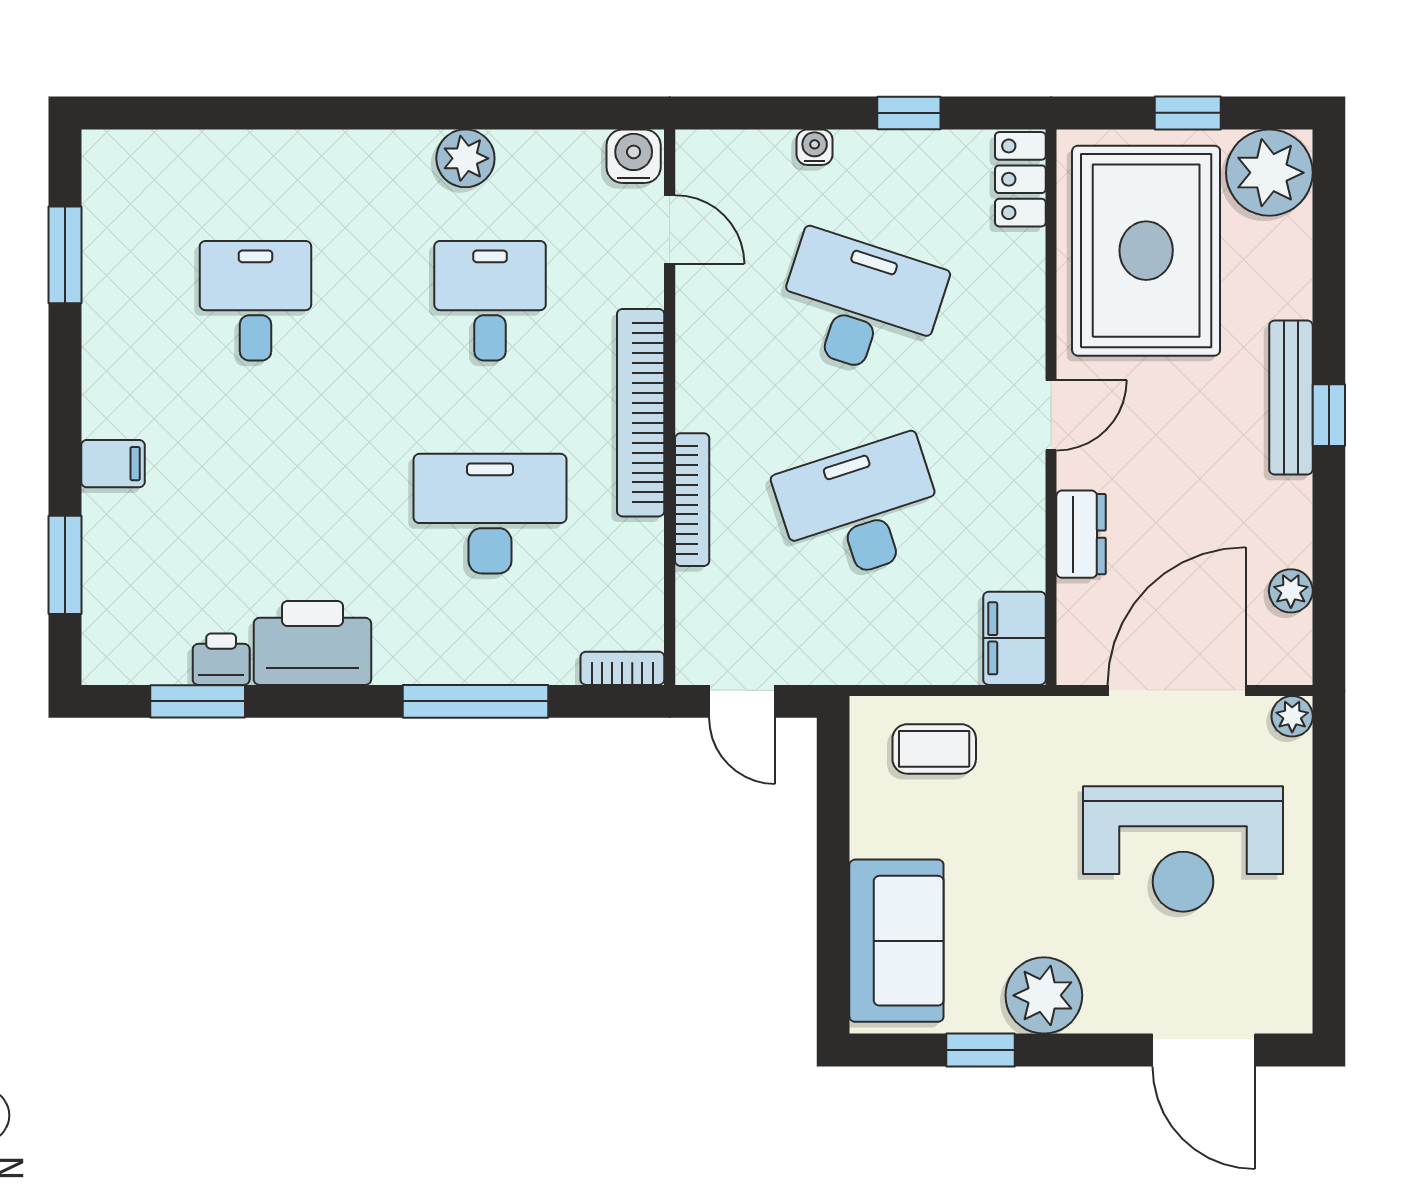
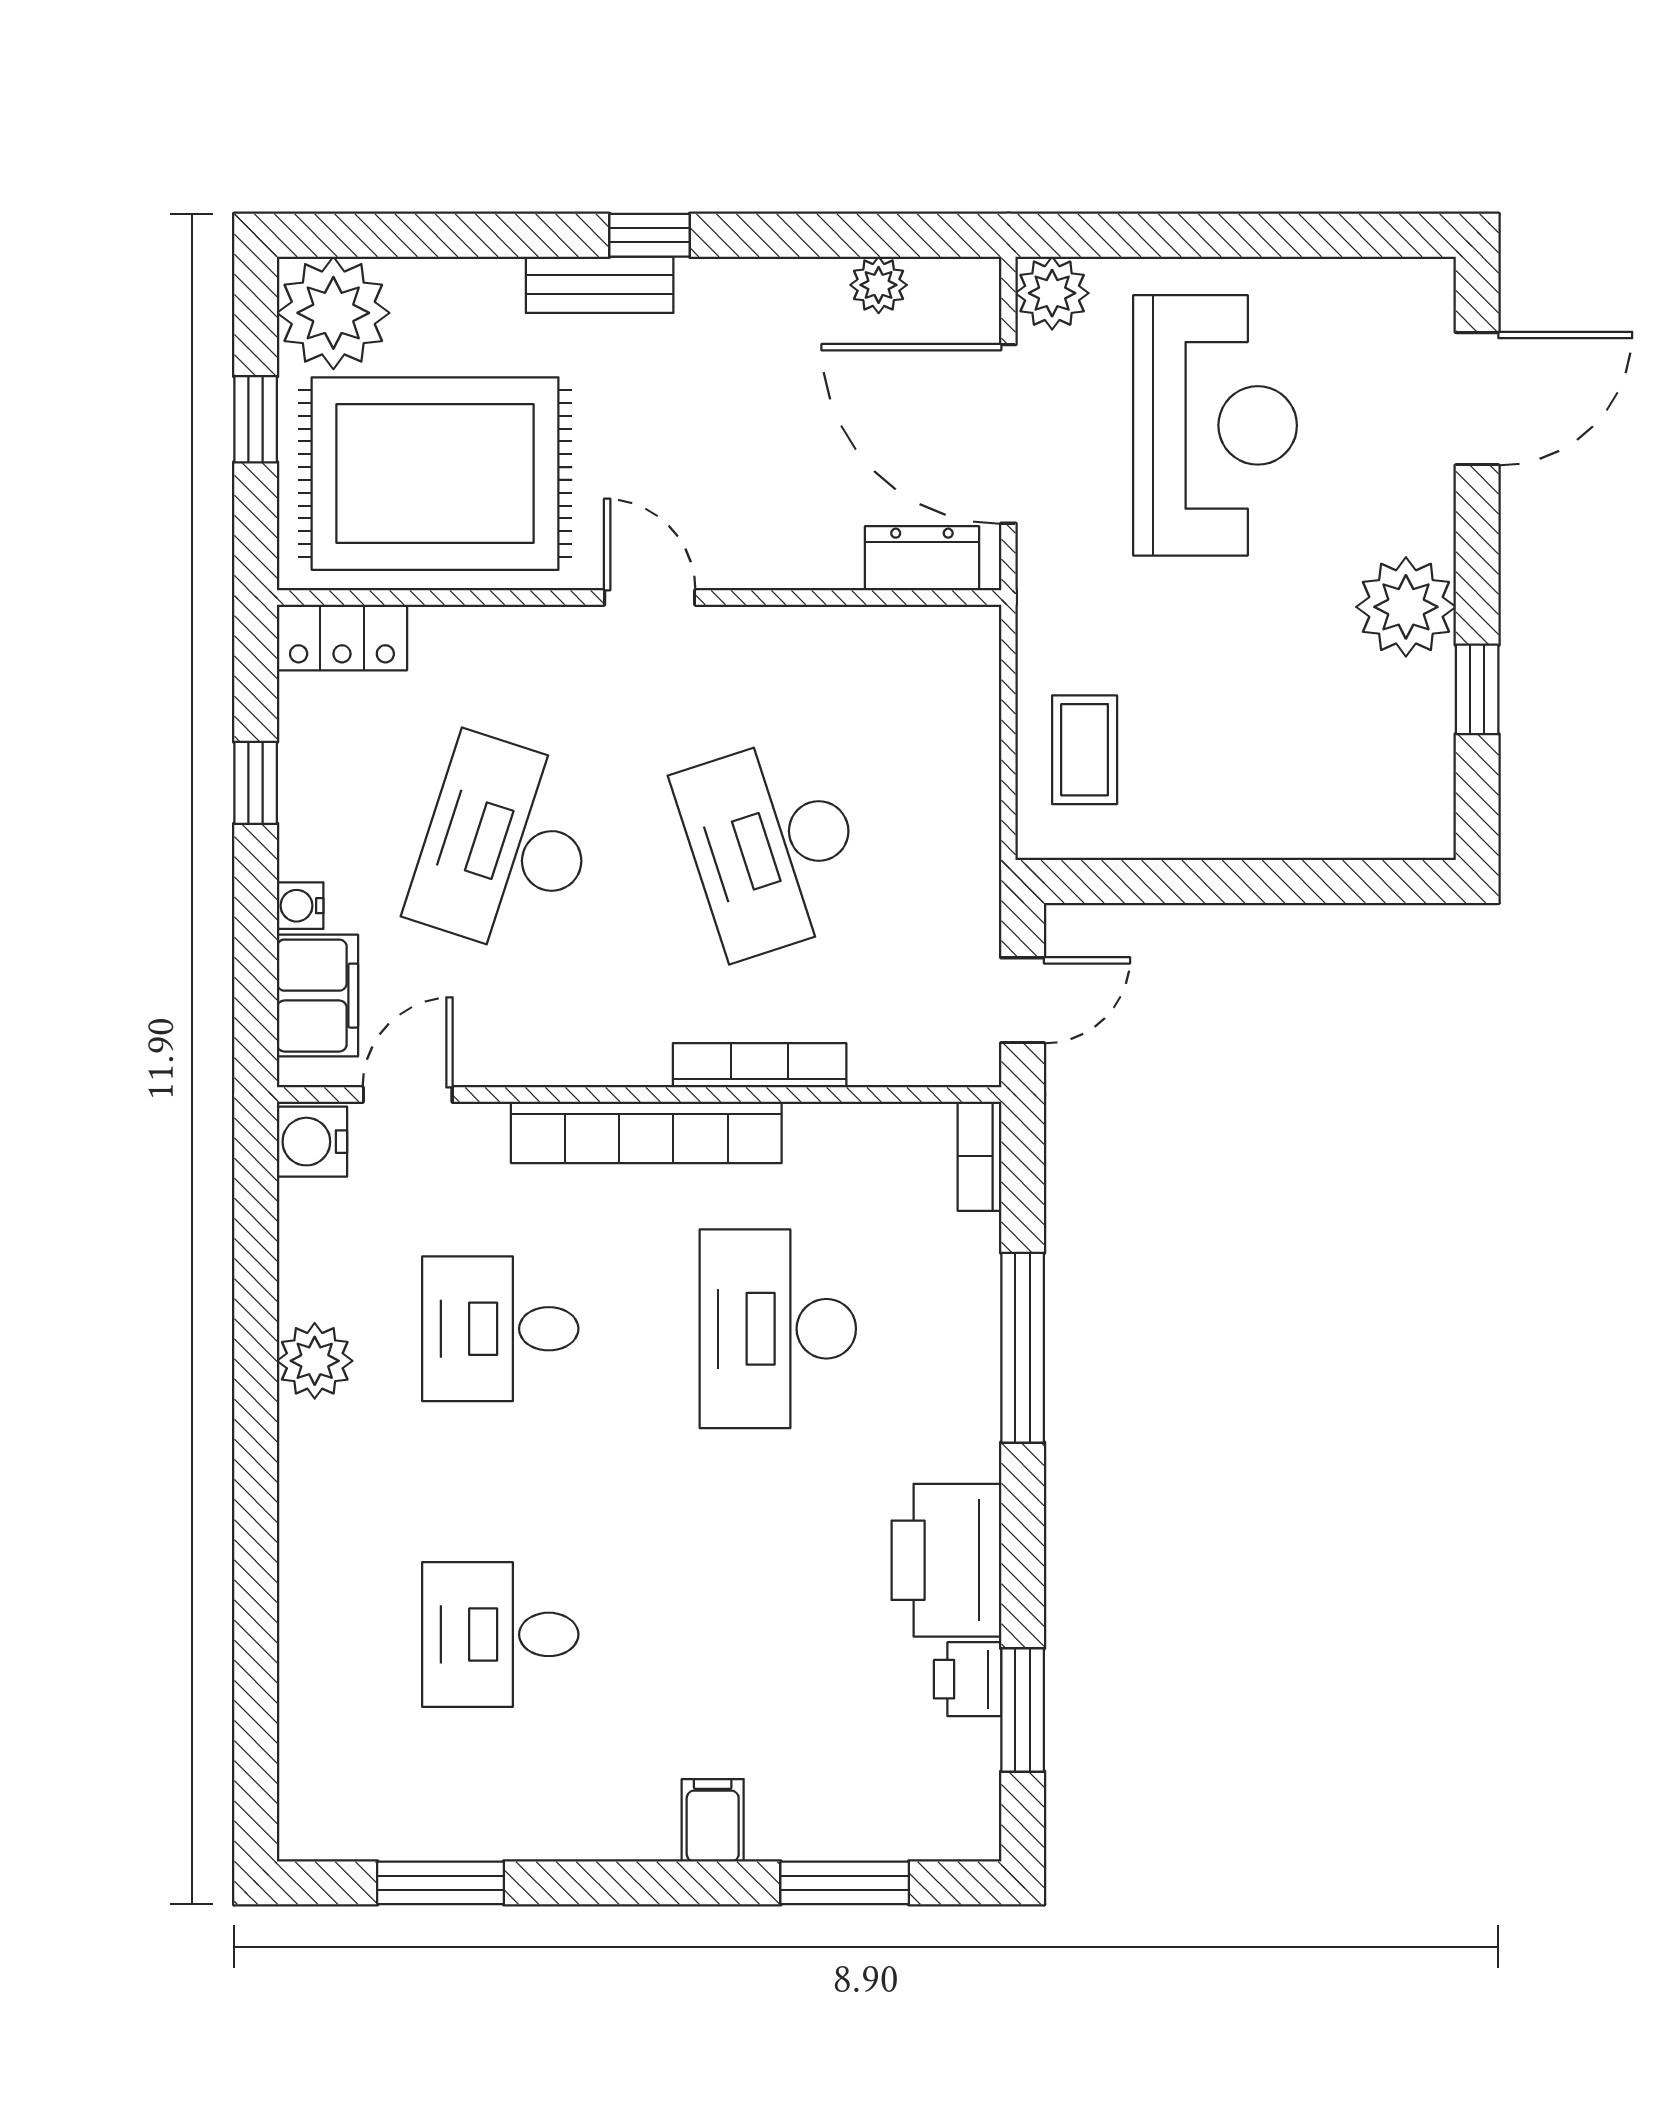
bench: (1291, 397) -> (600, 285), width x0.73
dresser: (1081, 534) -> (922, 558), moved
filing cabinet: (1014, 638) -> (317, 996), moved, turned -90
plant: (1292, 716) -> (1052, 293), width x1.38, depth x1.38
sofa: (896, 941) -> (1335, 799), removed

